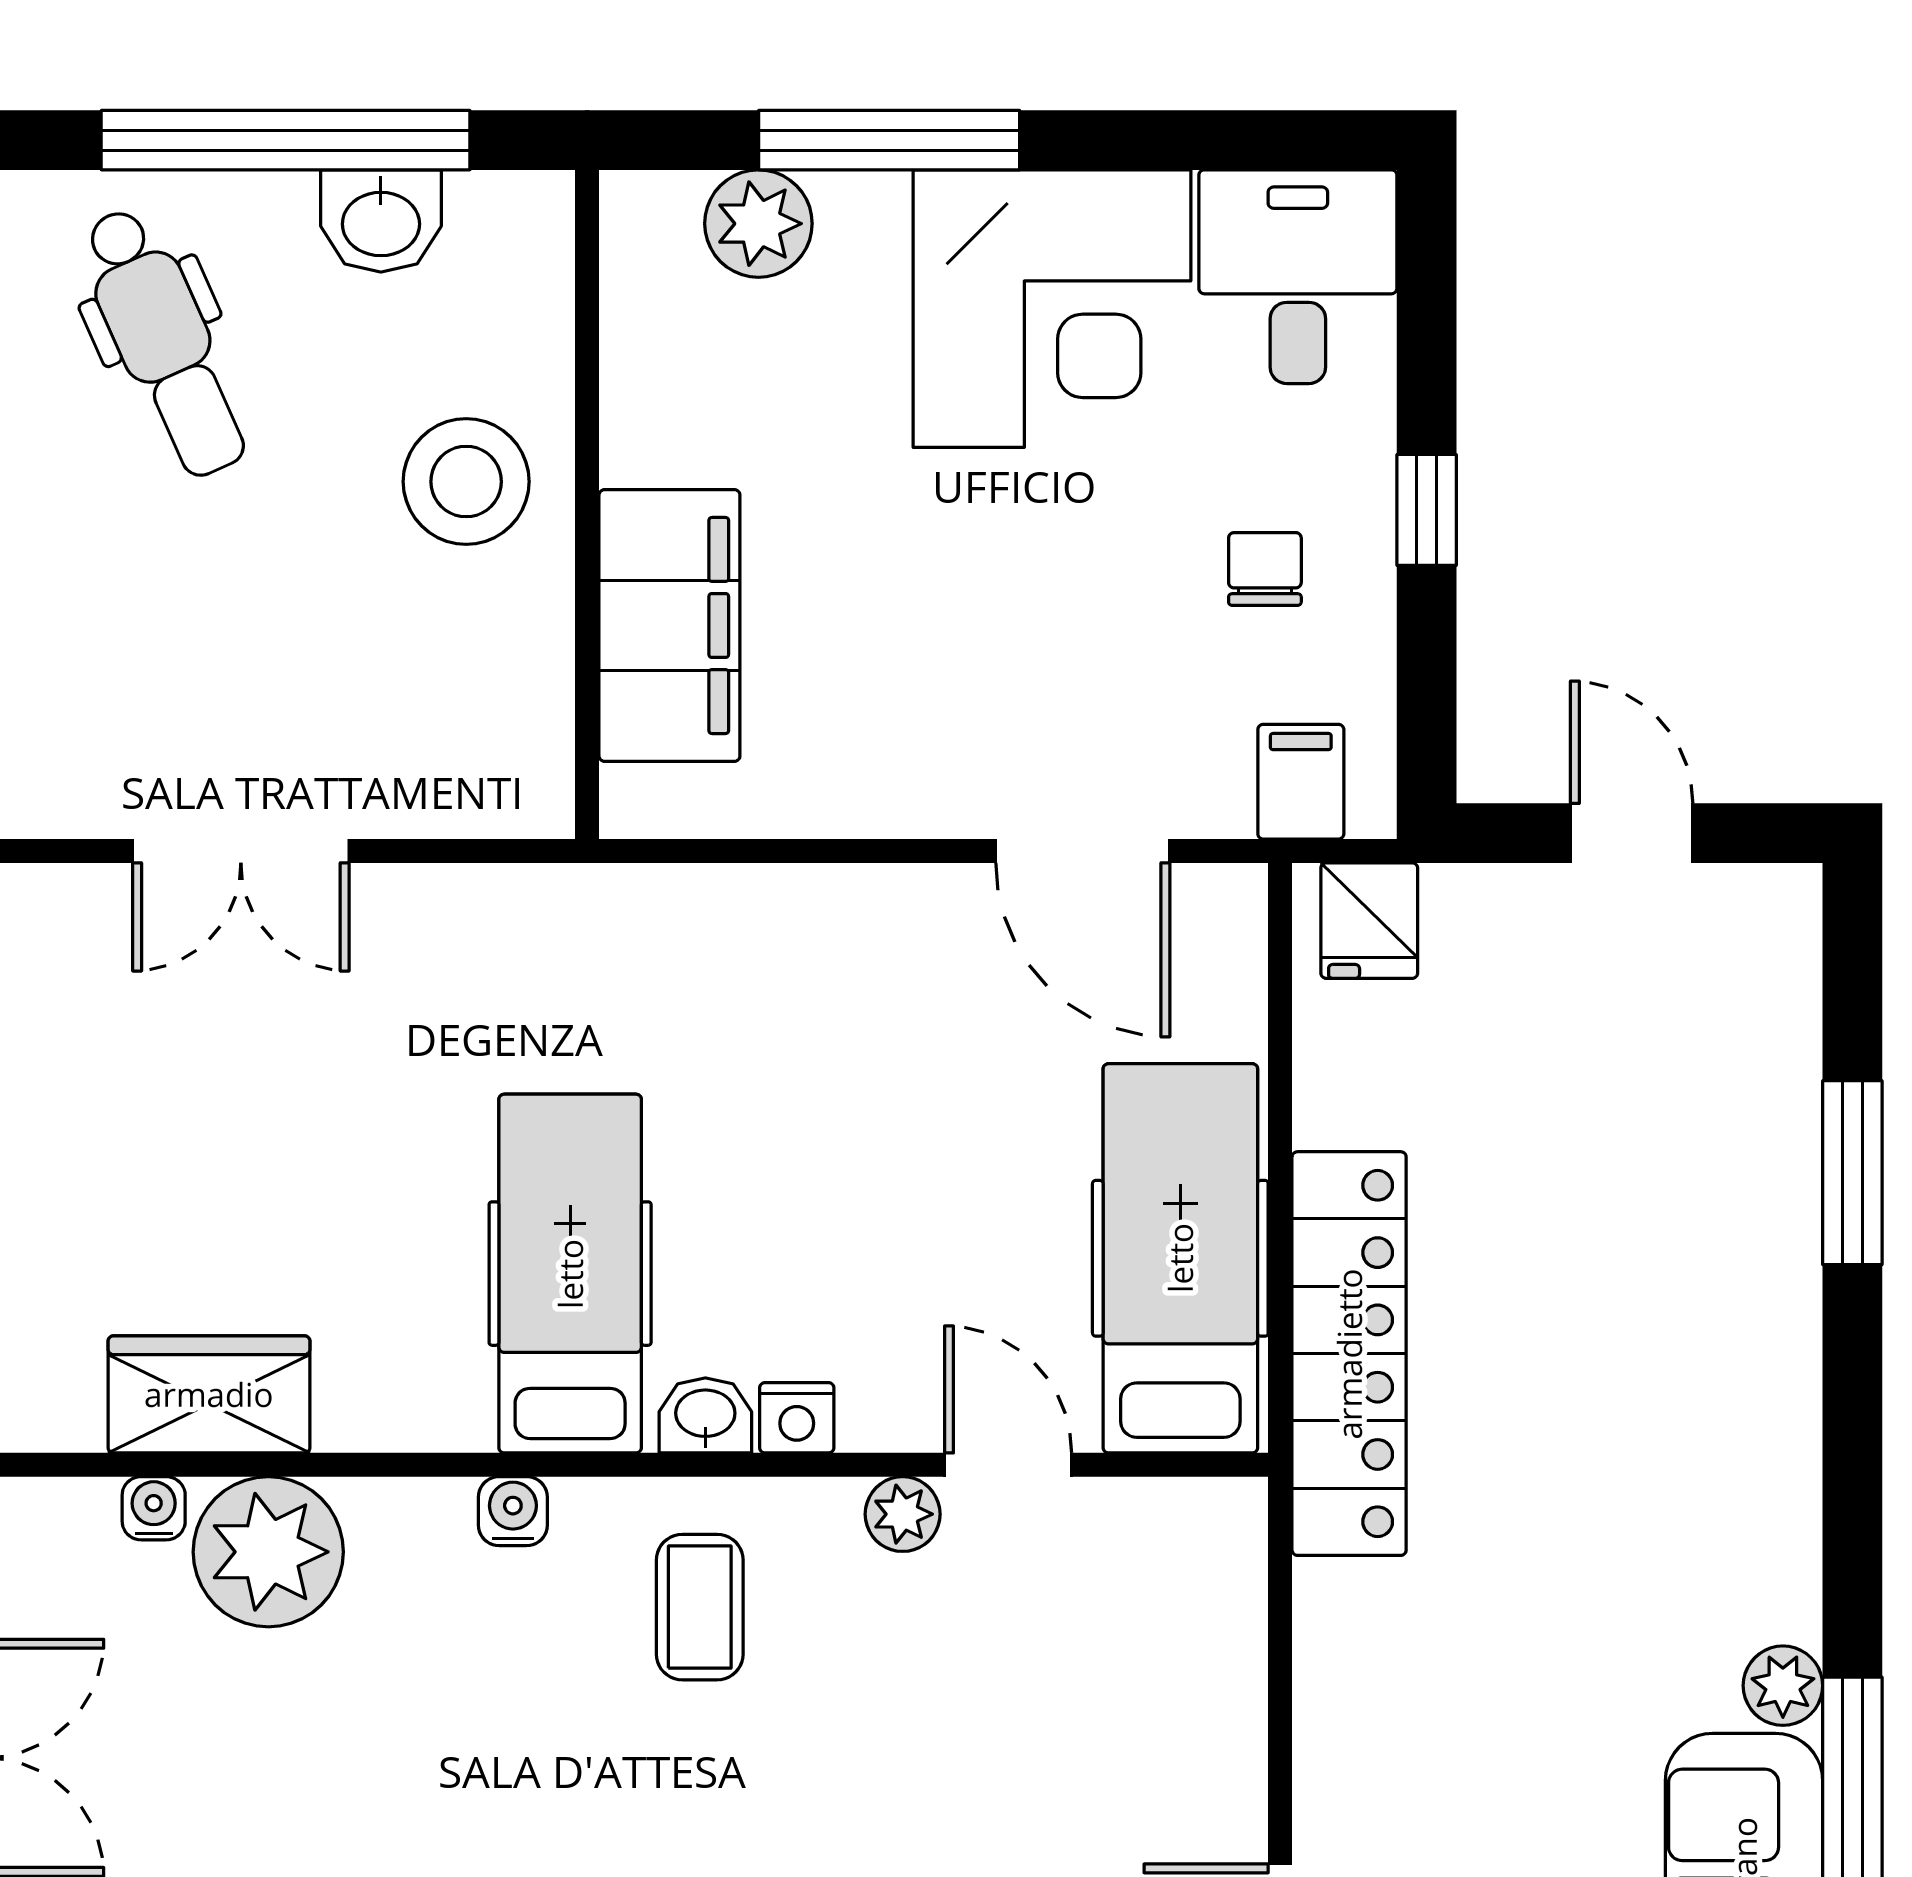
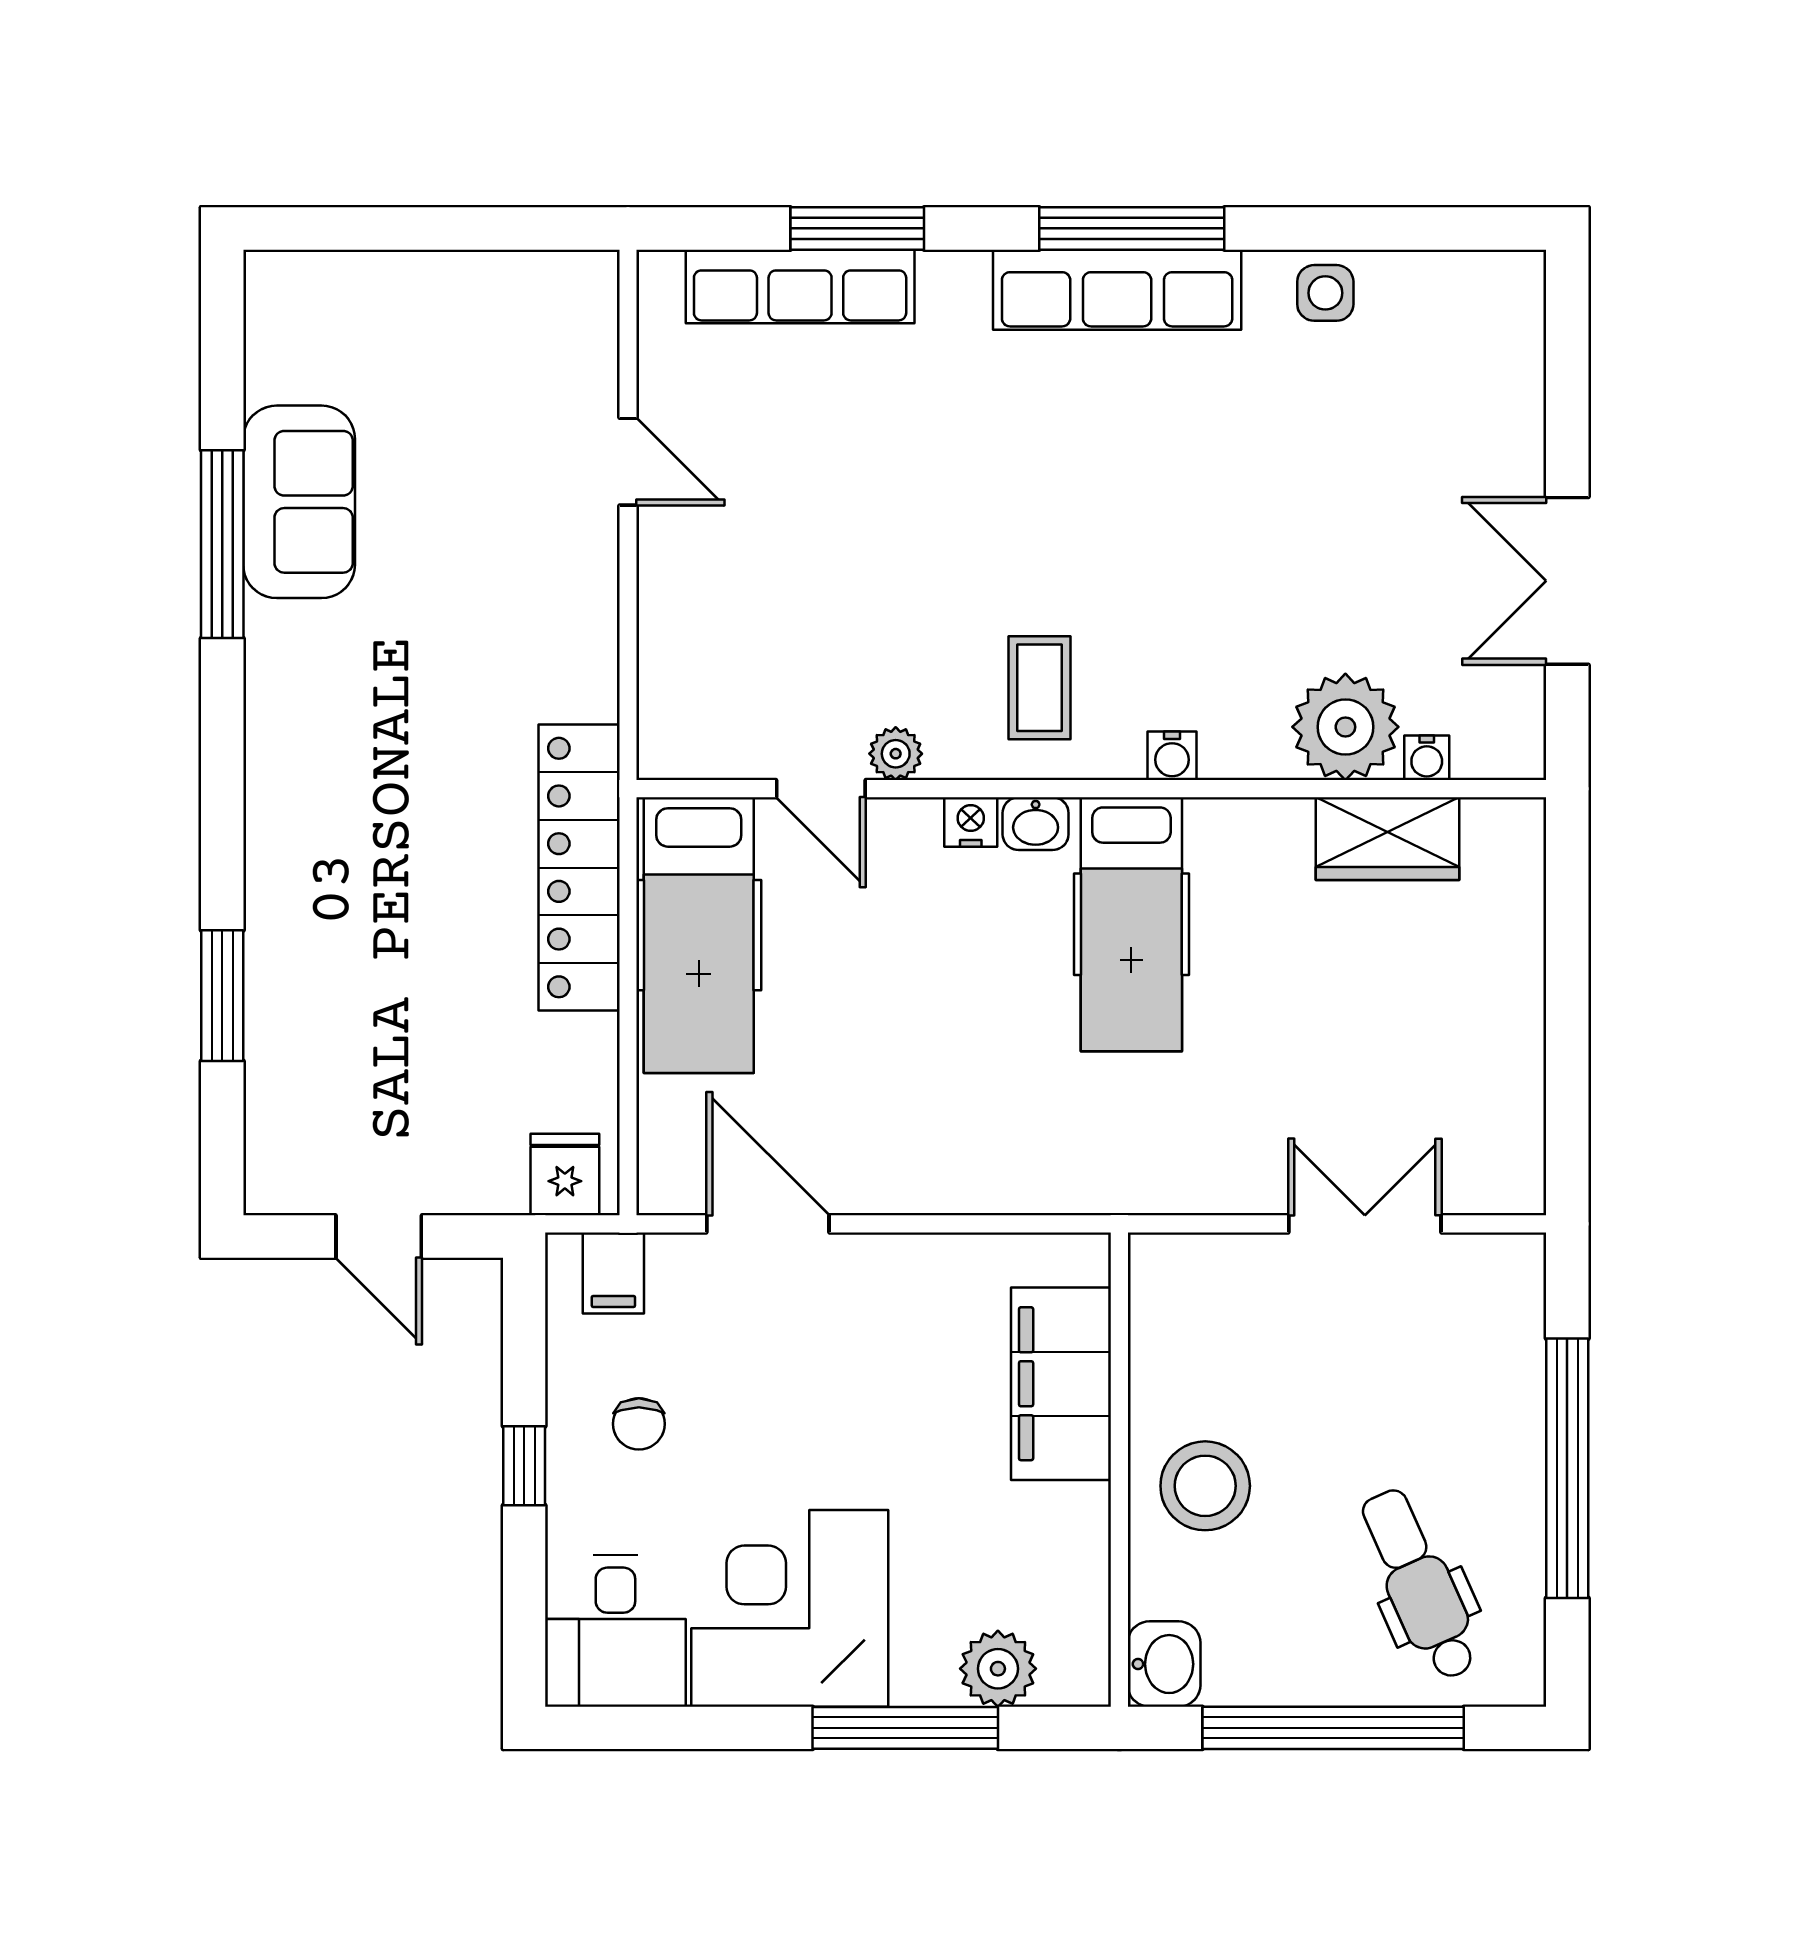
washbasin: (381, 221) -> (1164, 1664), moved, turned 90
plant: (1783, 1686) -> (272, 632), removed

